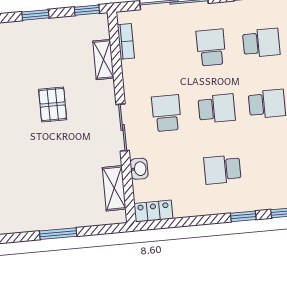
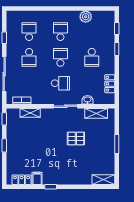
school desk: (211, 47) -> (29, 57), turned -90
pallet: (53, 104) -> (76, 139), moved
school desk: (166, 113) -> (60, 83), turned 180
locker: (153, 211) -> (110, 84), moved

